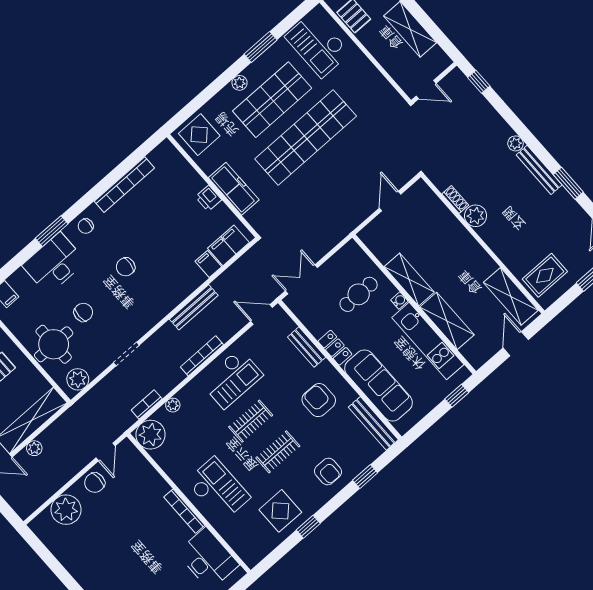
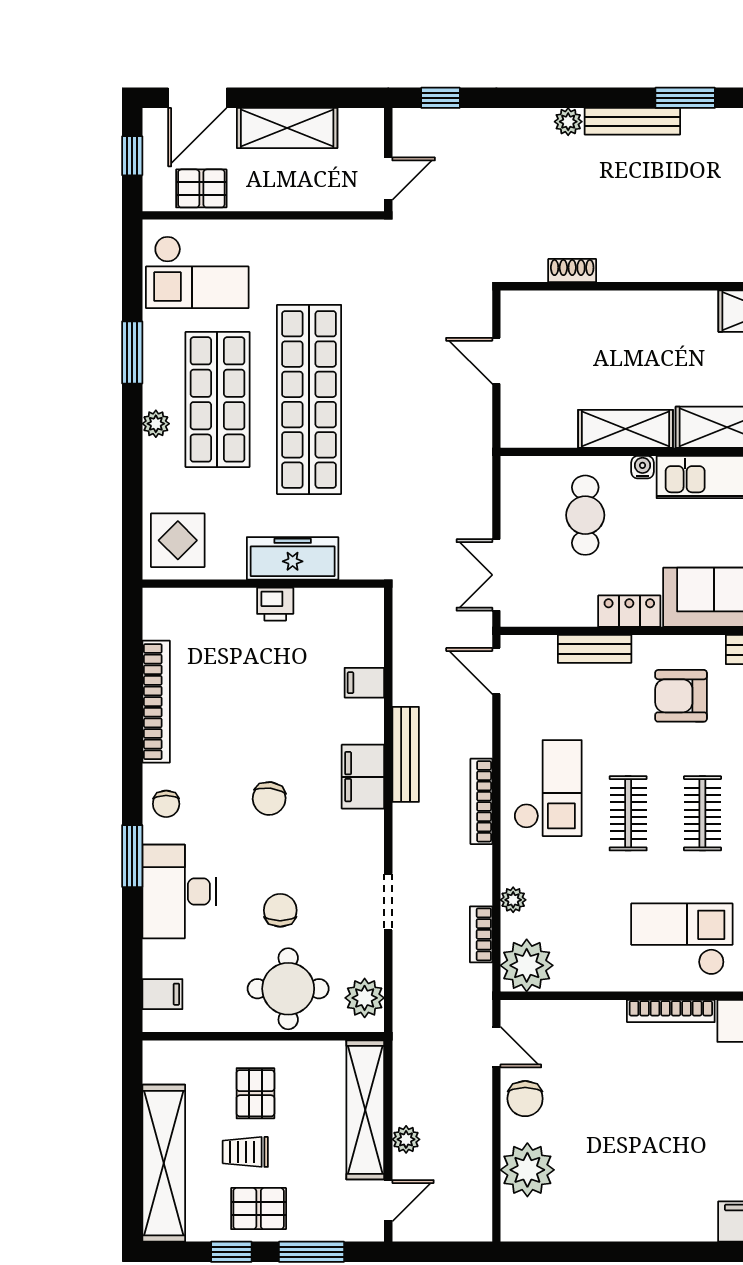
plant: (476, 216) -> (619, 262), removed
filing cabinet: (228, 245) -> (363, 777), moved
door: (261, 314) -> (496, 671), hinge flipped

